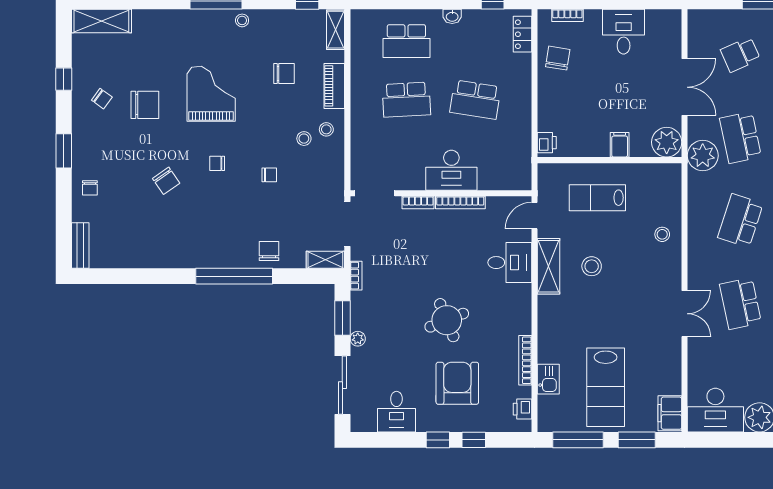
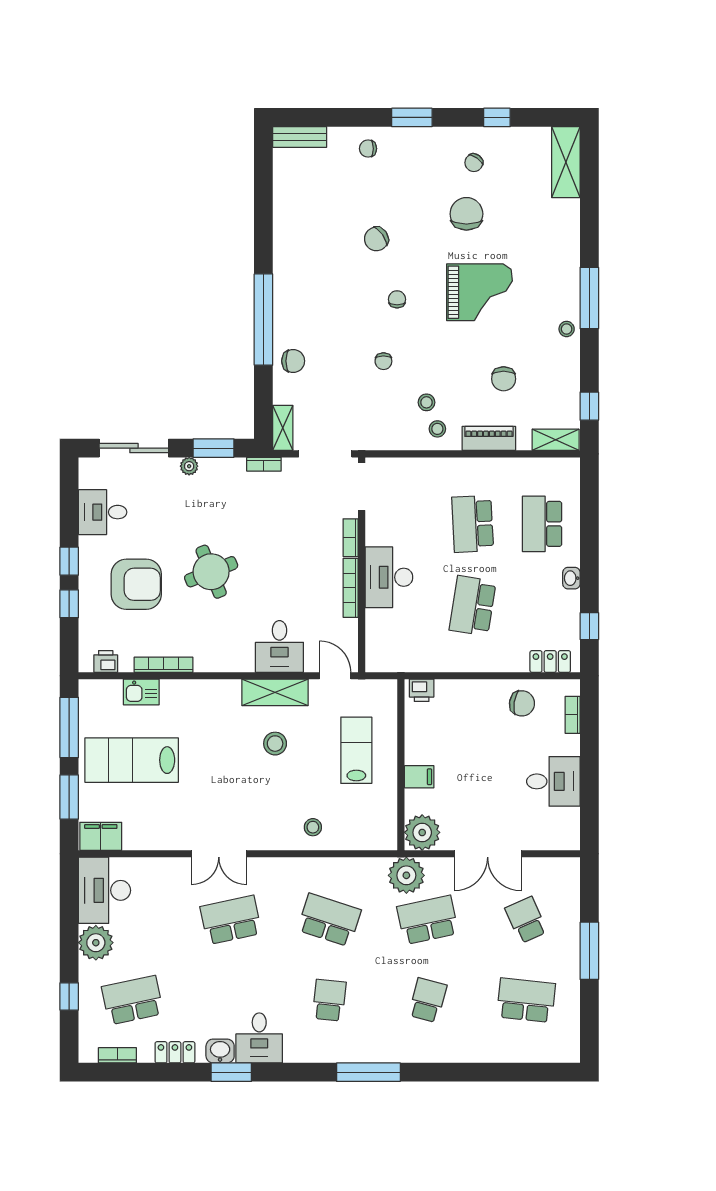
chair: (145, 105) -> (466, 214), turned 180

